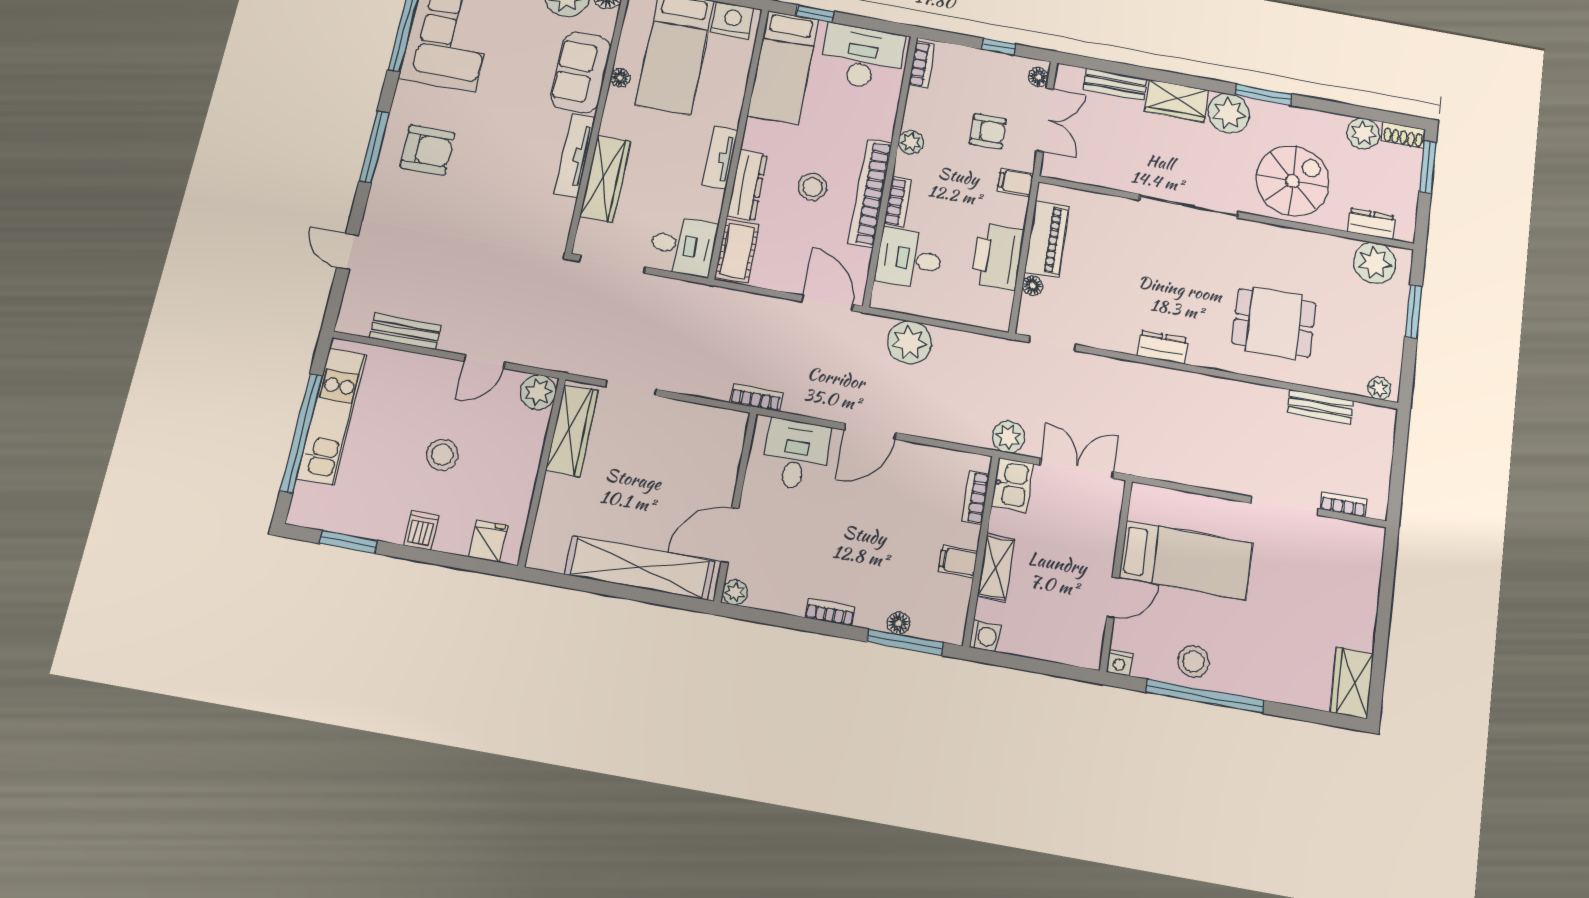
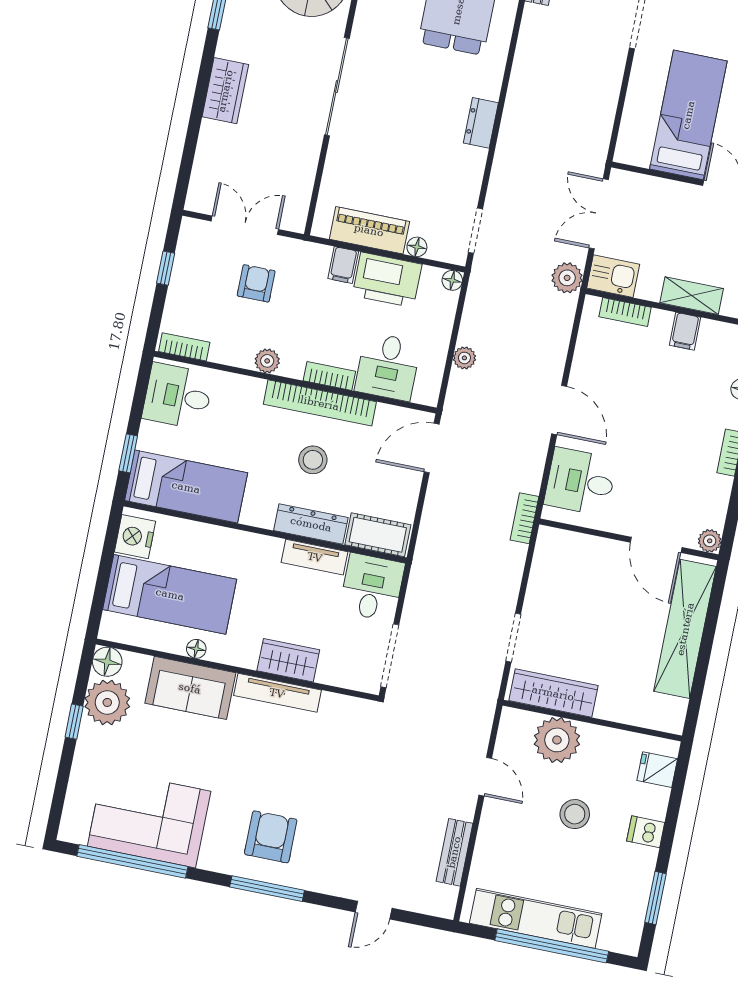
desk: (862, 57) -> (178, 396), width x0.73
floor lamp: (1039, 77) -> (452, 280), moved
bench: (1115, 84) -> (207, 152), removed
plant: (1229, 113) -> (239, 39), removed
tv unit: (720, 158) -> (315, 557), moved
wardrobe: (605, 179) -> (288, 660), width x0.67
filing cabinet: (1015, 182) -> (343, 265), moved
plant: (909, 342) -> (464, 358), width x0.53, depth x0.53
plant: (538, 392) -> (557, 740), moved, width x1.36, depth x1.36

